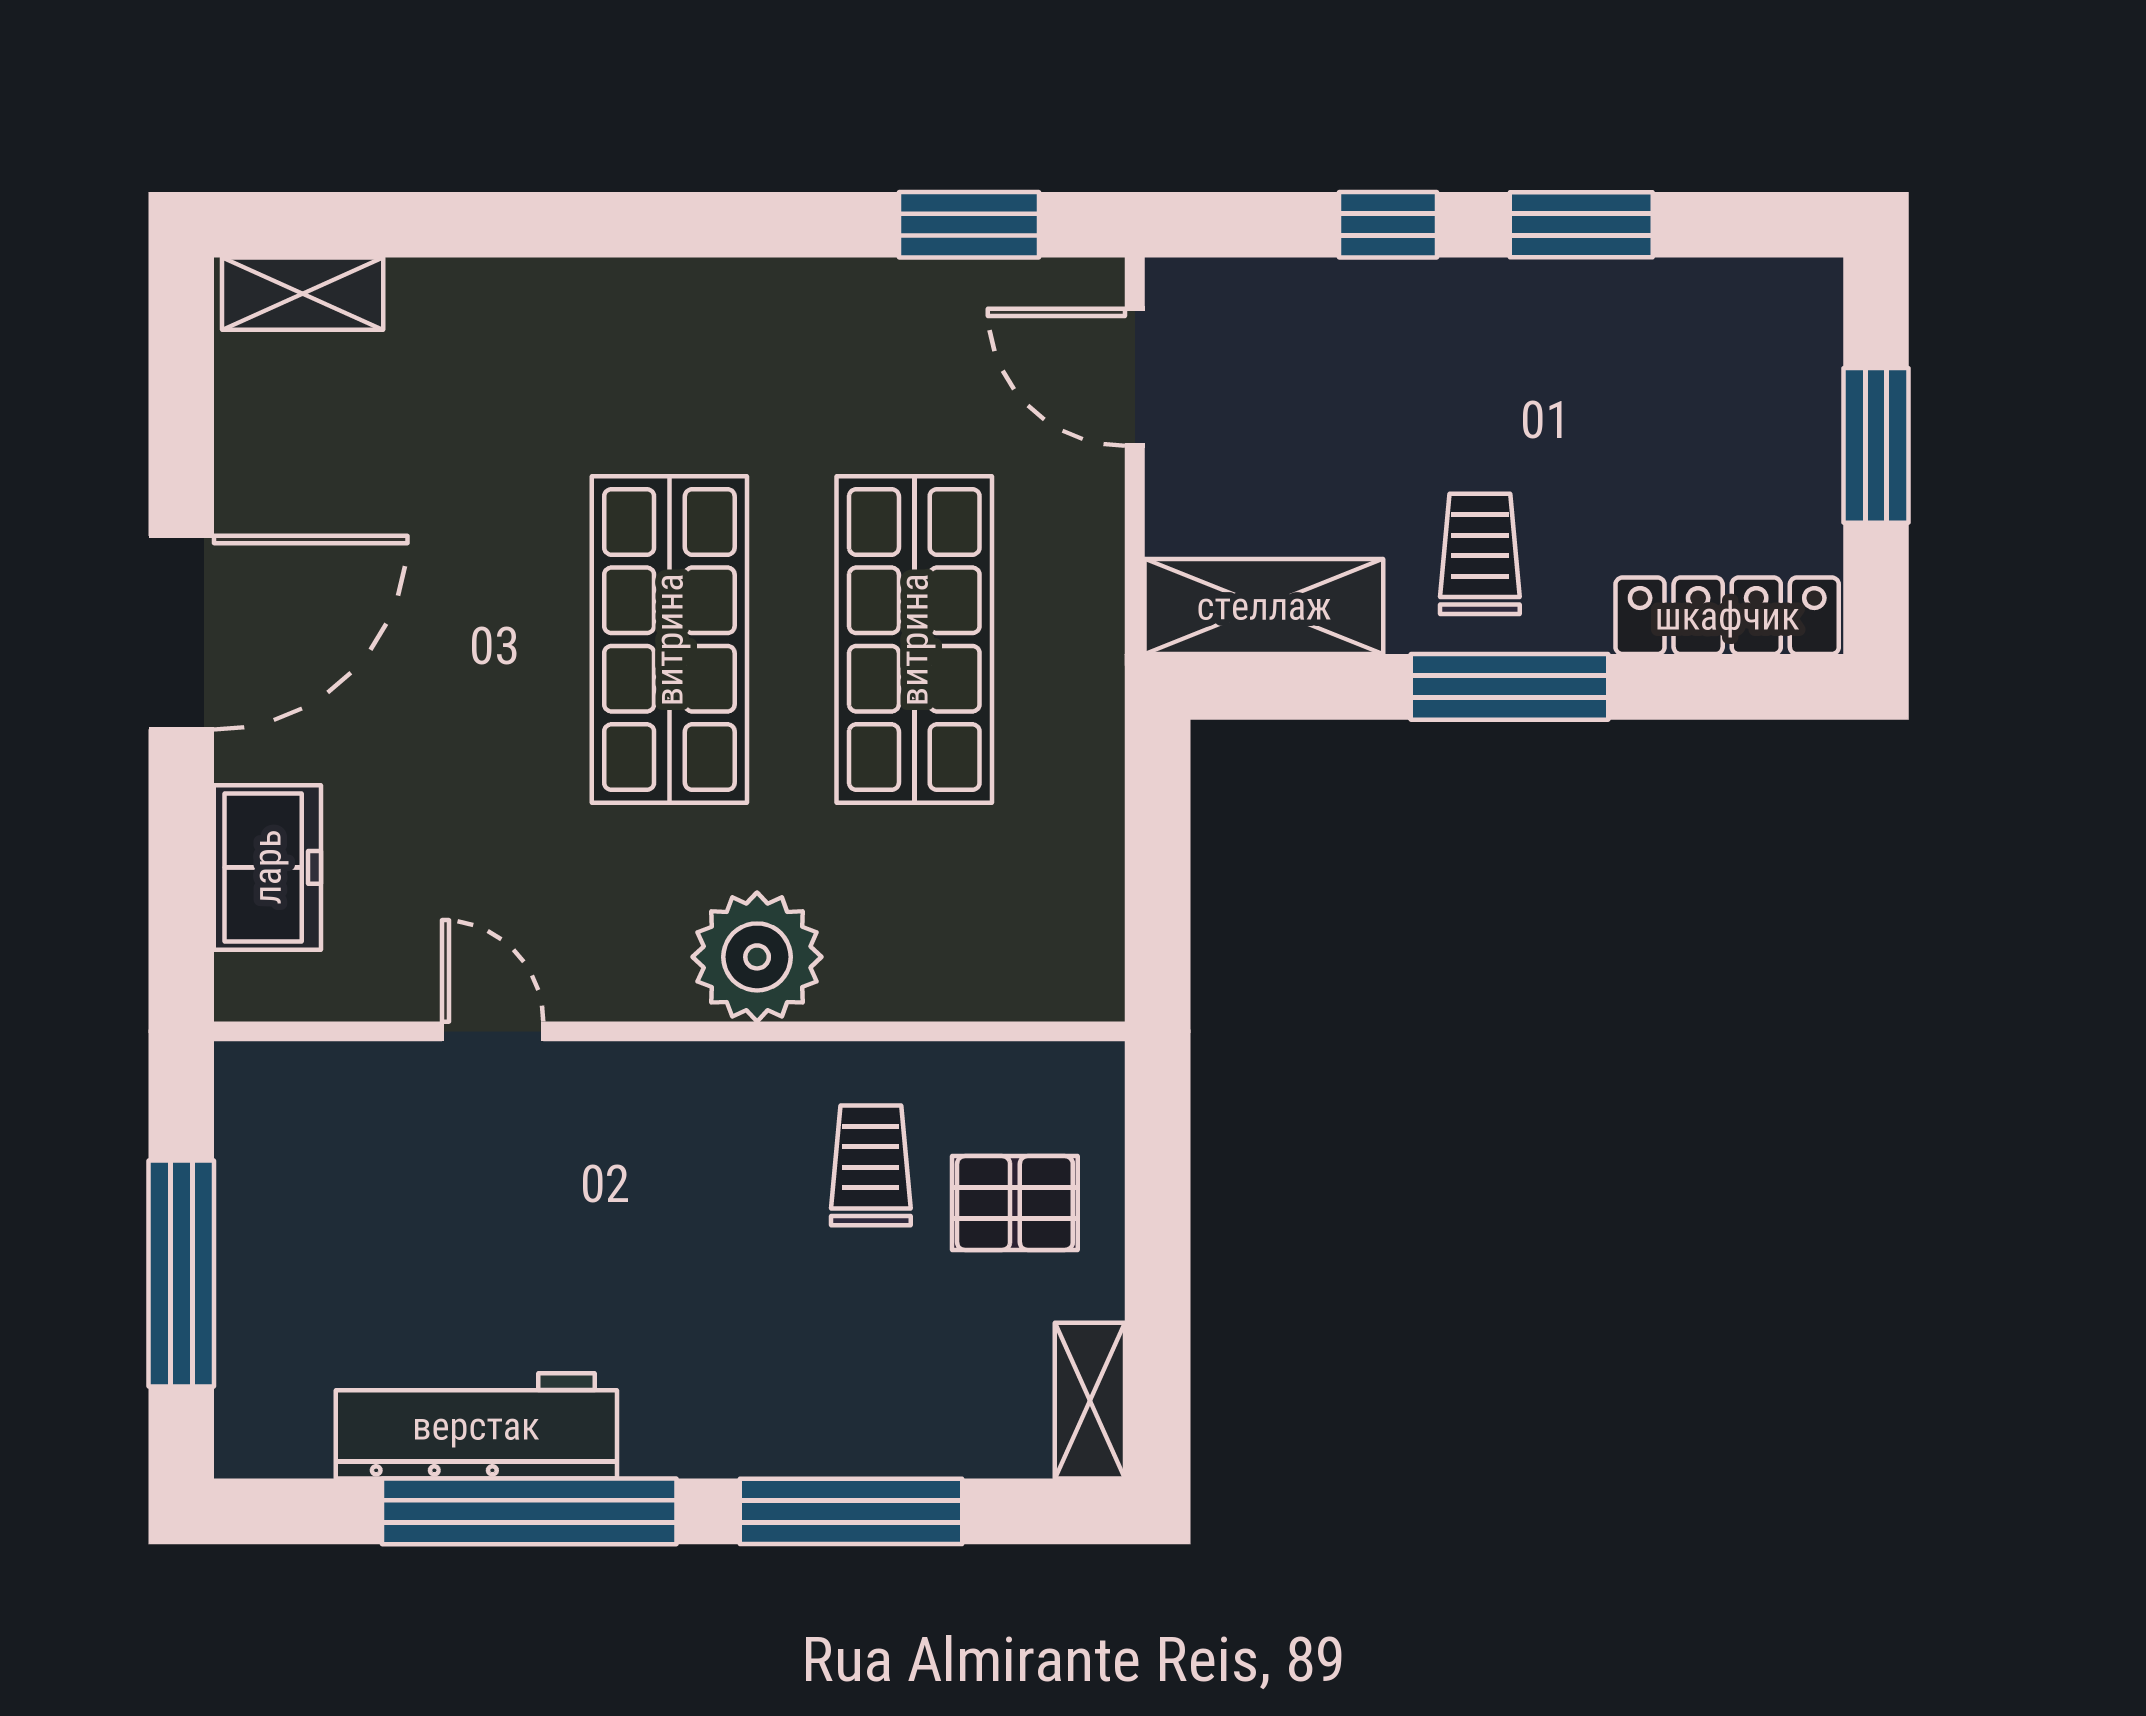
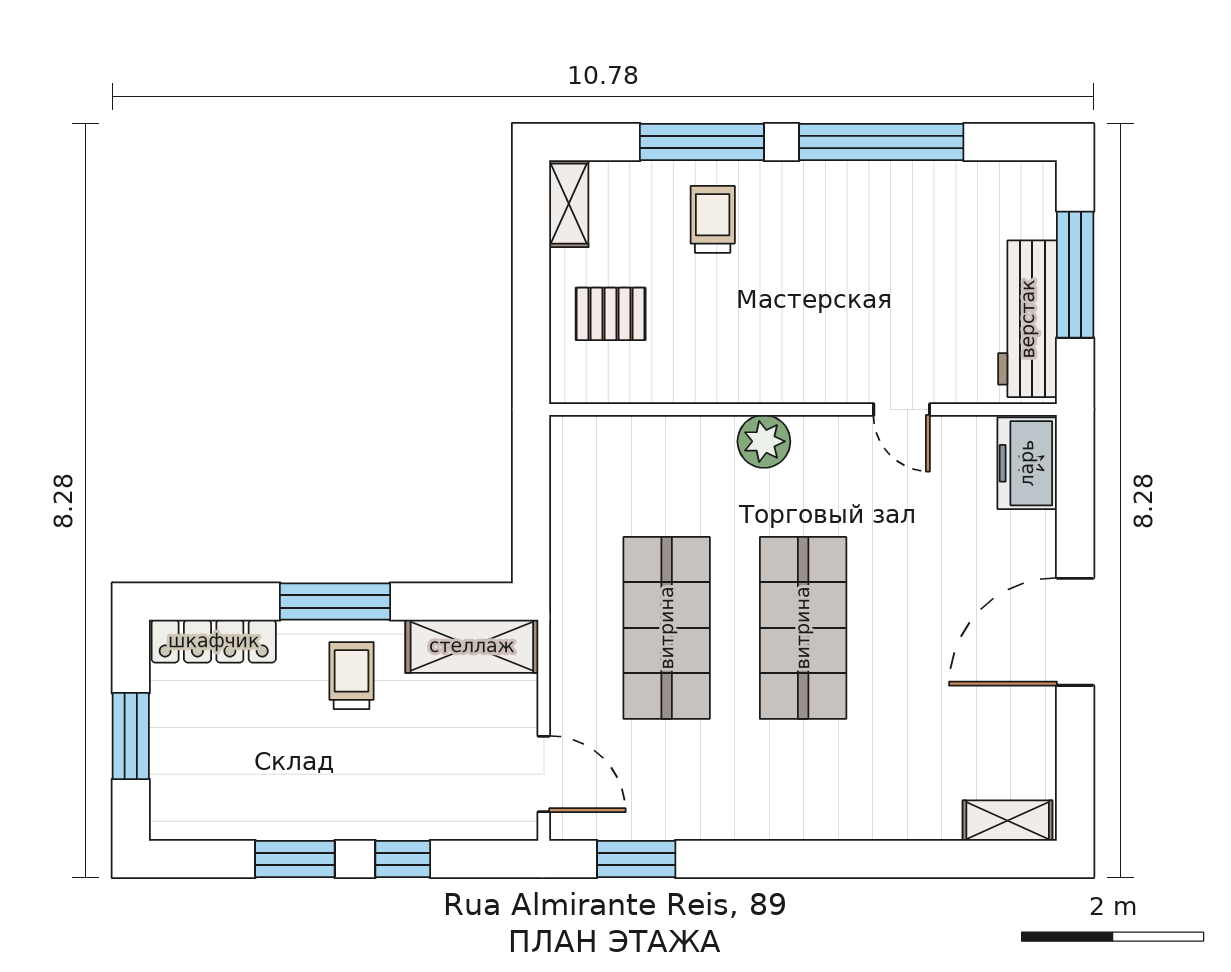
trolley: (1480, 554) -> (351, 676), turned 180
freezer: (267, 867) -> (1027, 463), moved
plant: (757, 957) -> (764, 441), width x0.73, depth x0.73
trolley: (871, 1165) -> (713, 219), moved, turned 180
workbench: (476, 1426) -> (1028, 319), moved, turned 90

